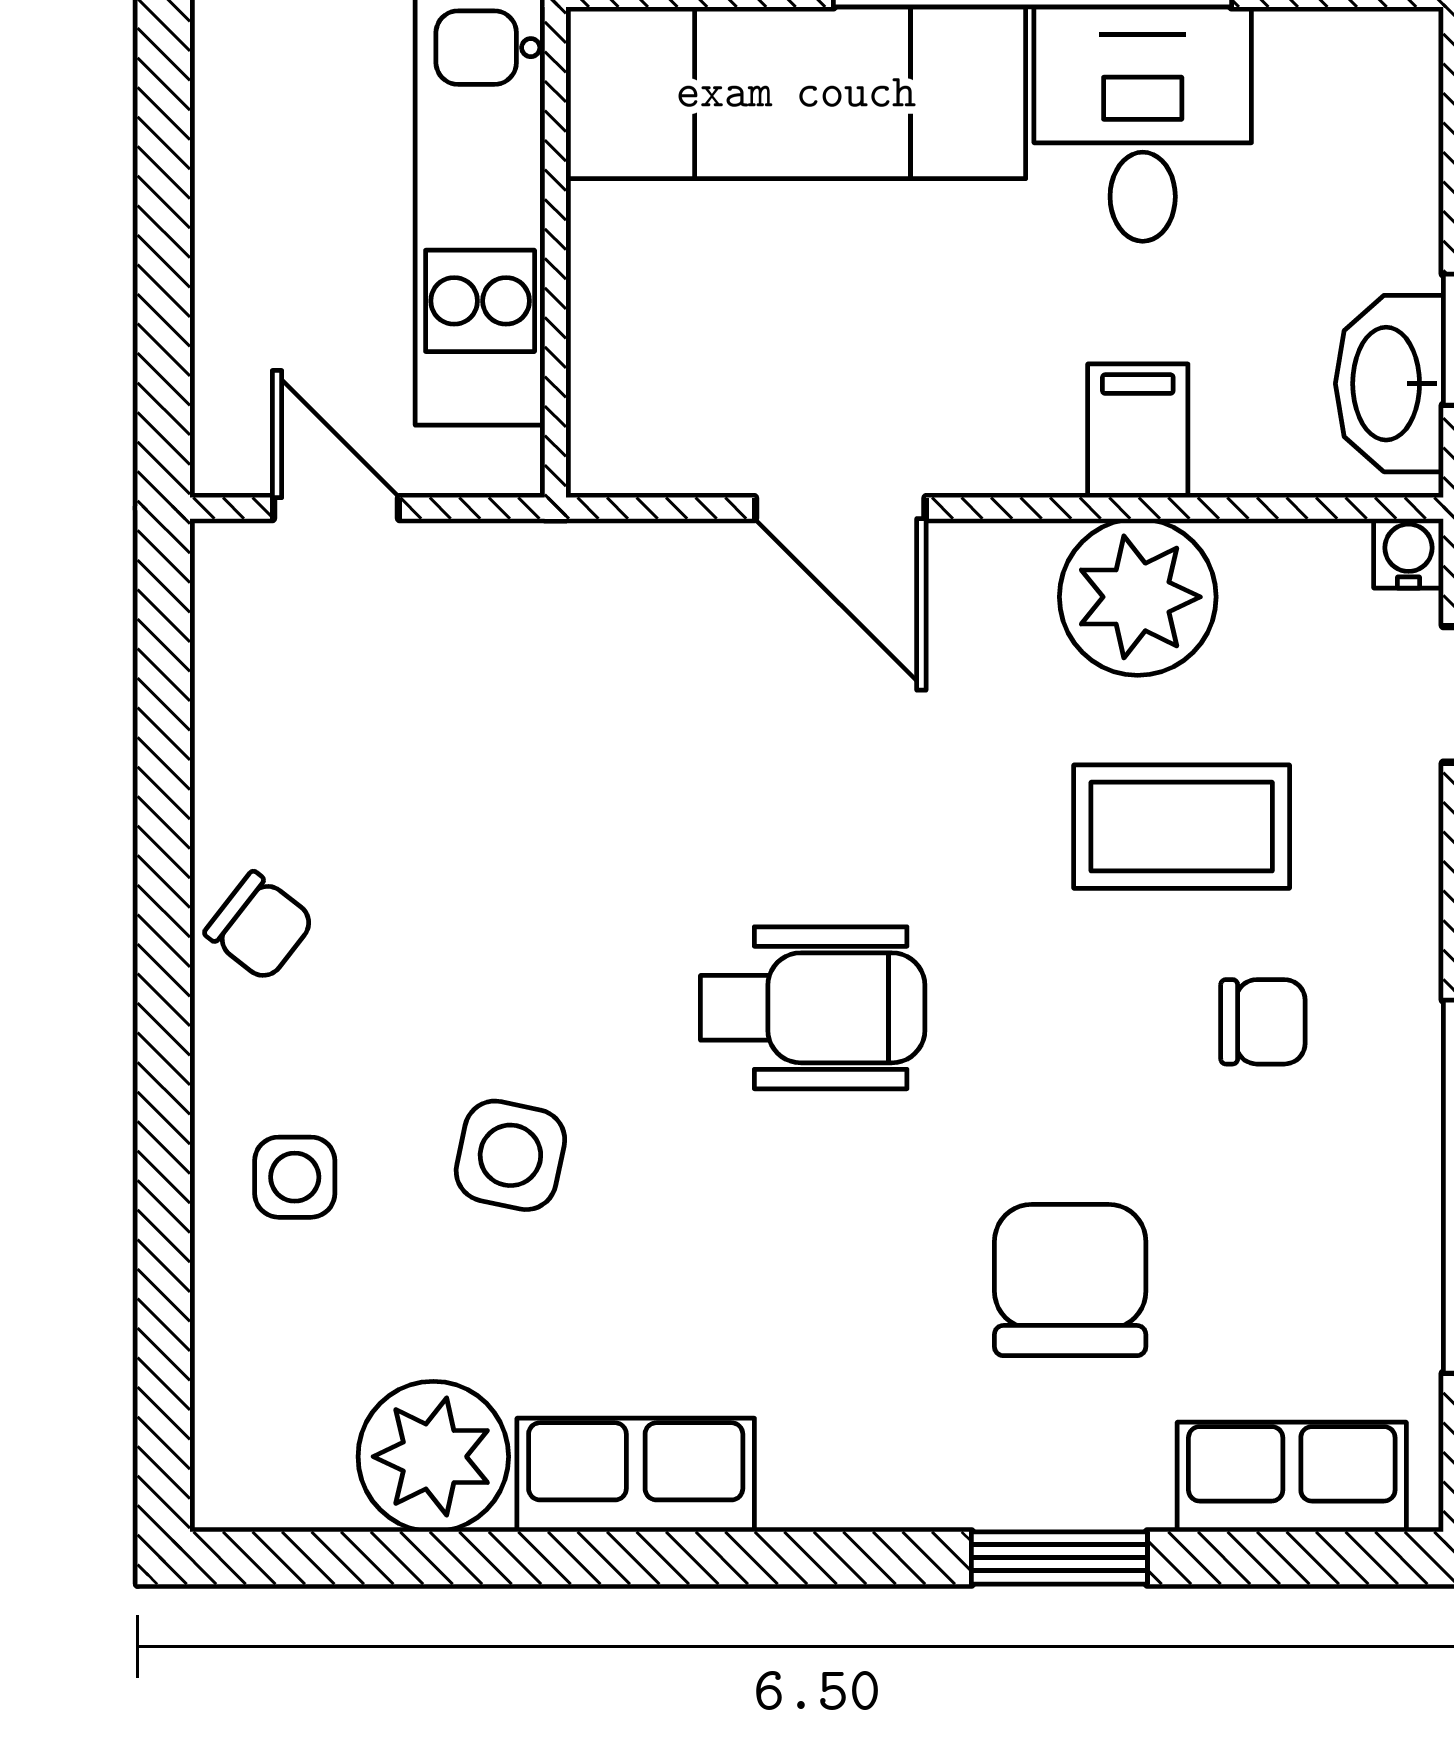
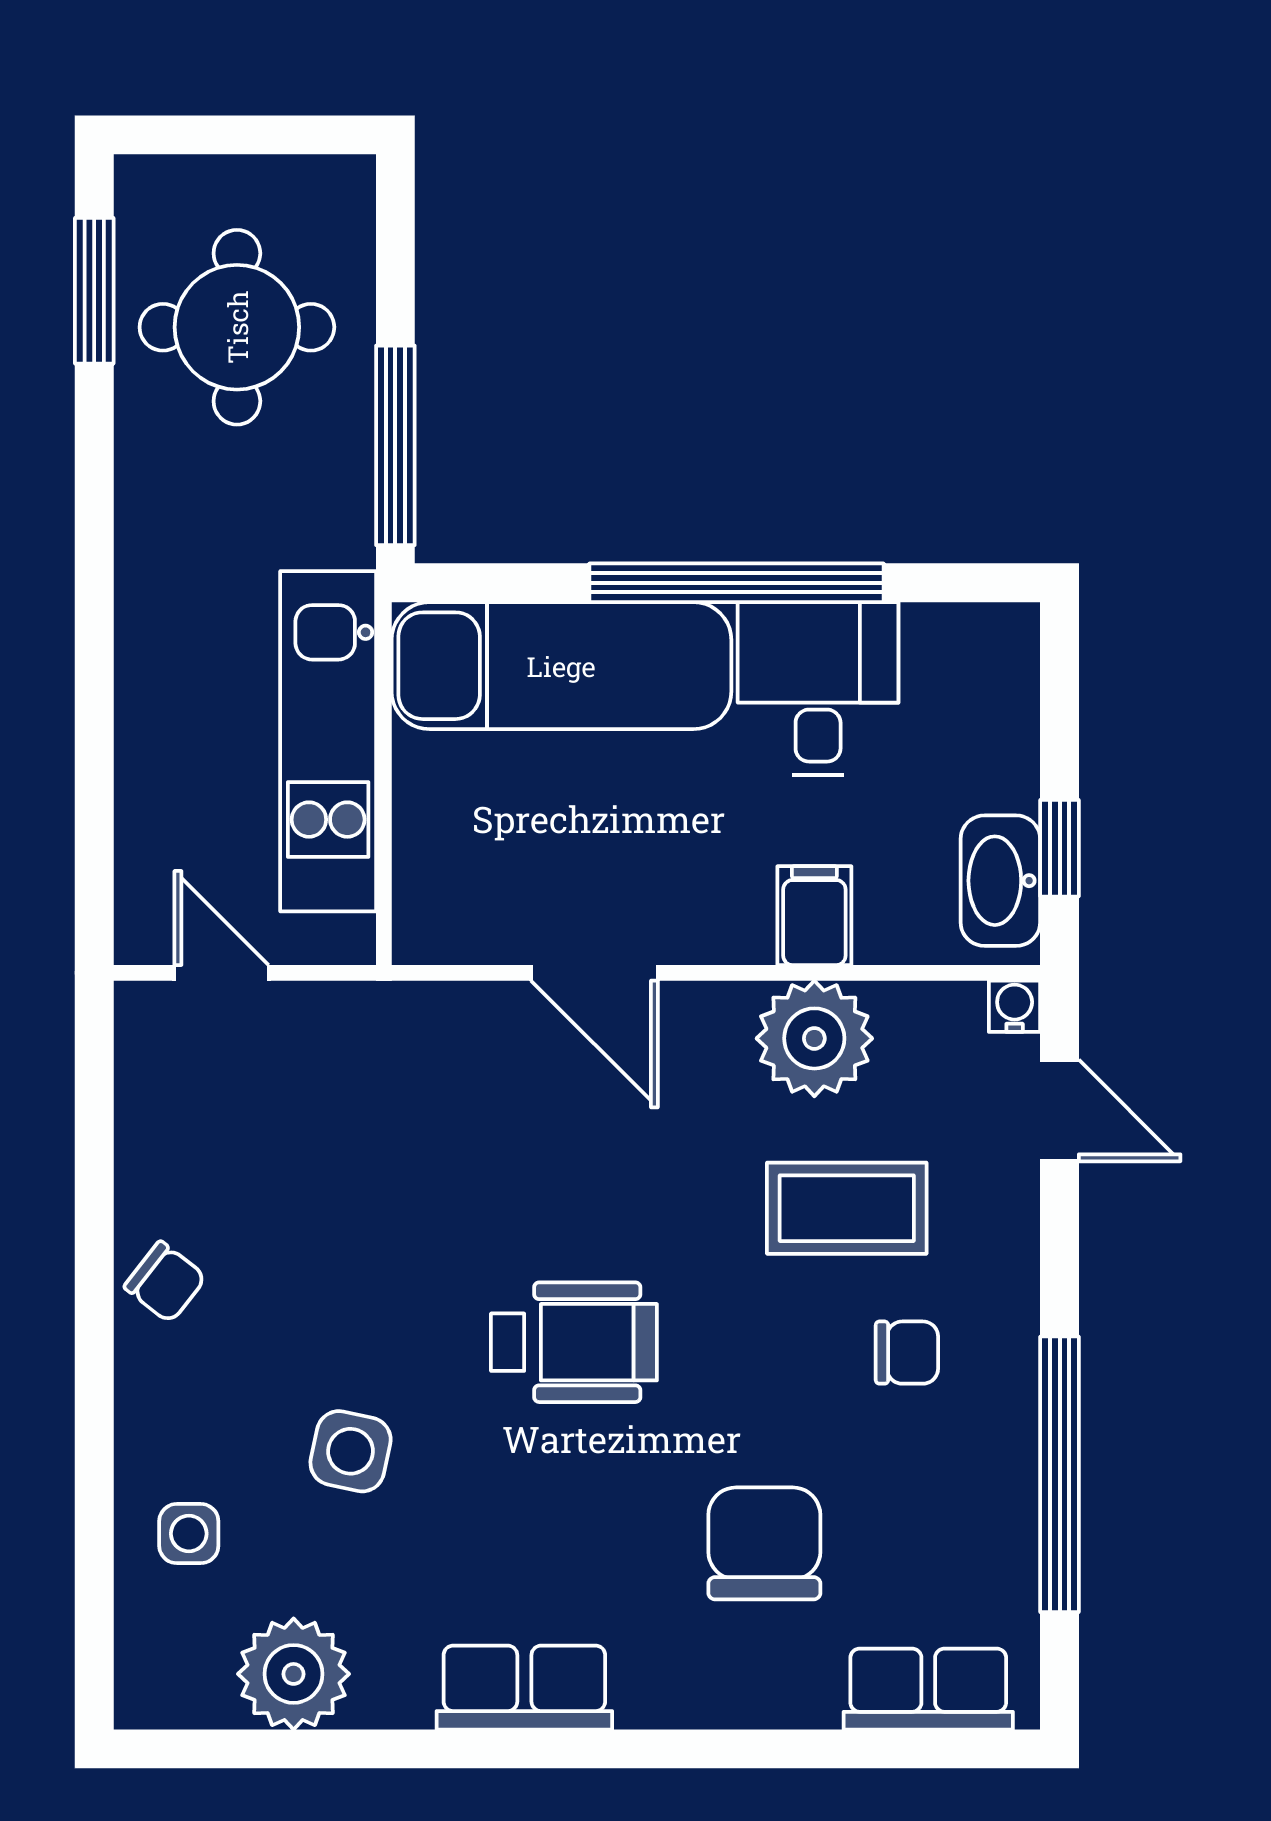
side table: (295, 1177) -> (189, 1534), moved
row of seats: (636, 1475) -> (524, 1688), moved
window: (1059, 1558) -> (756, 1749), removed

